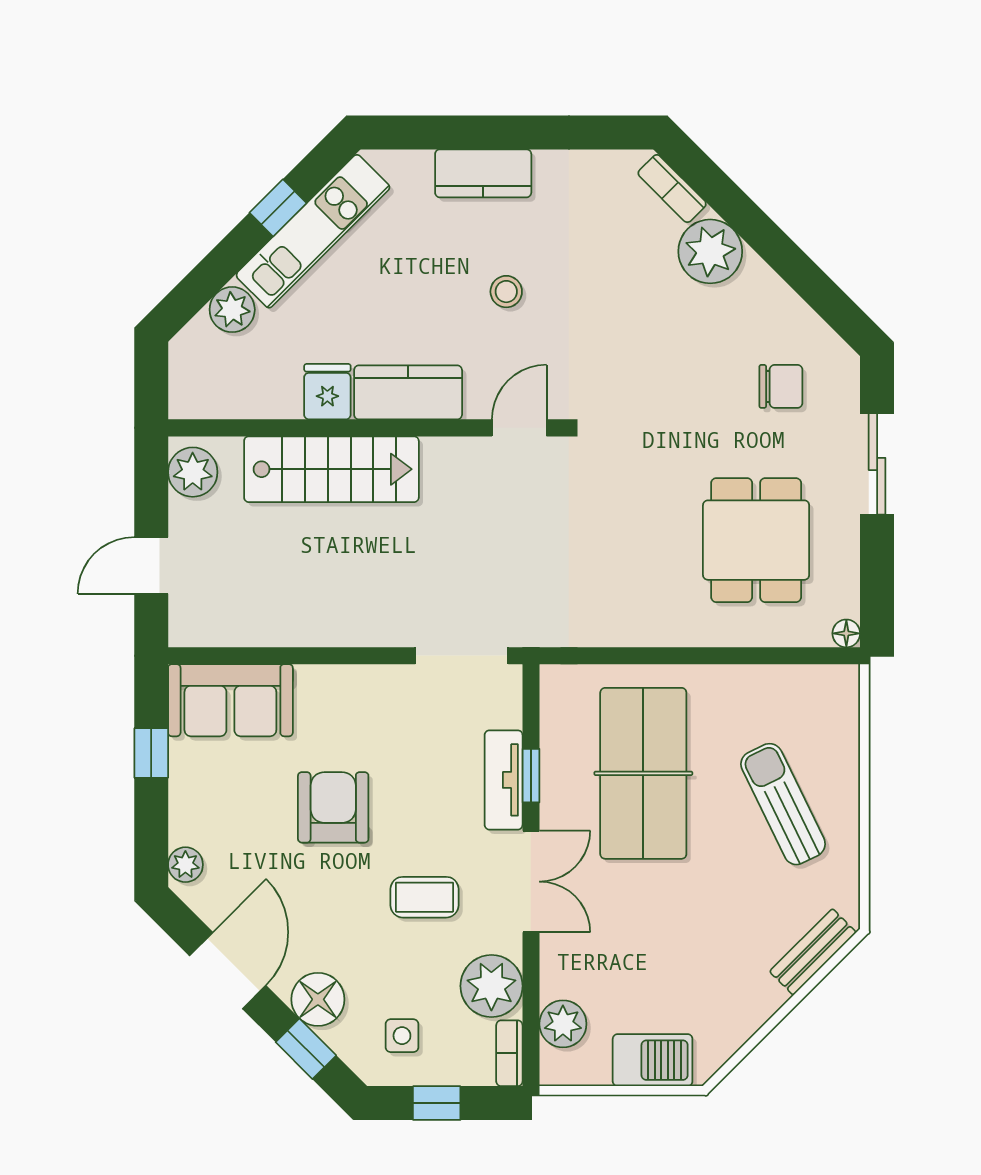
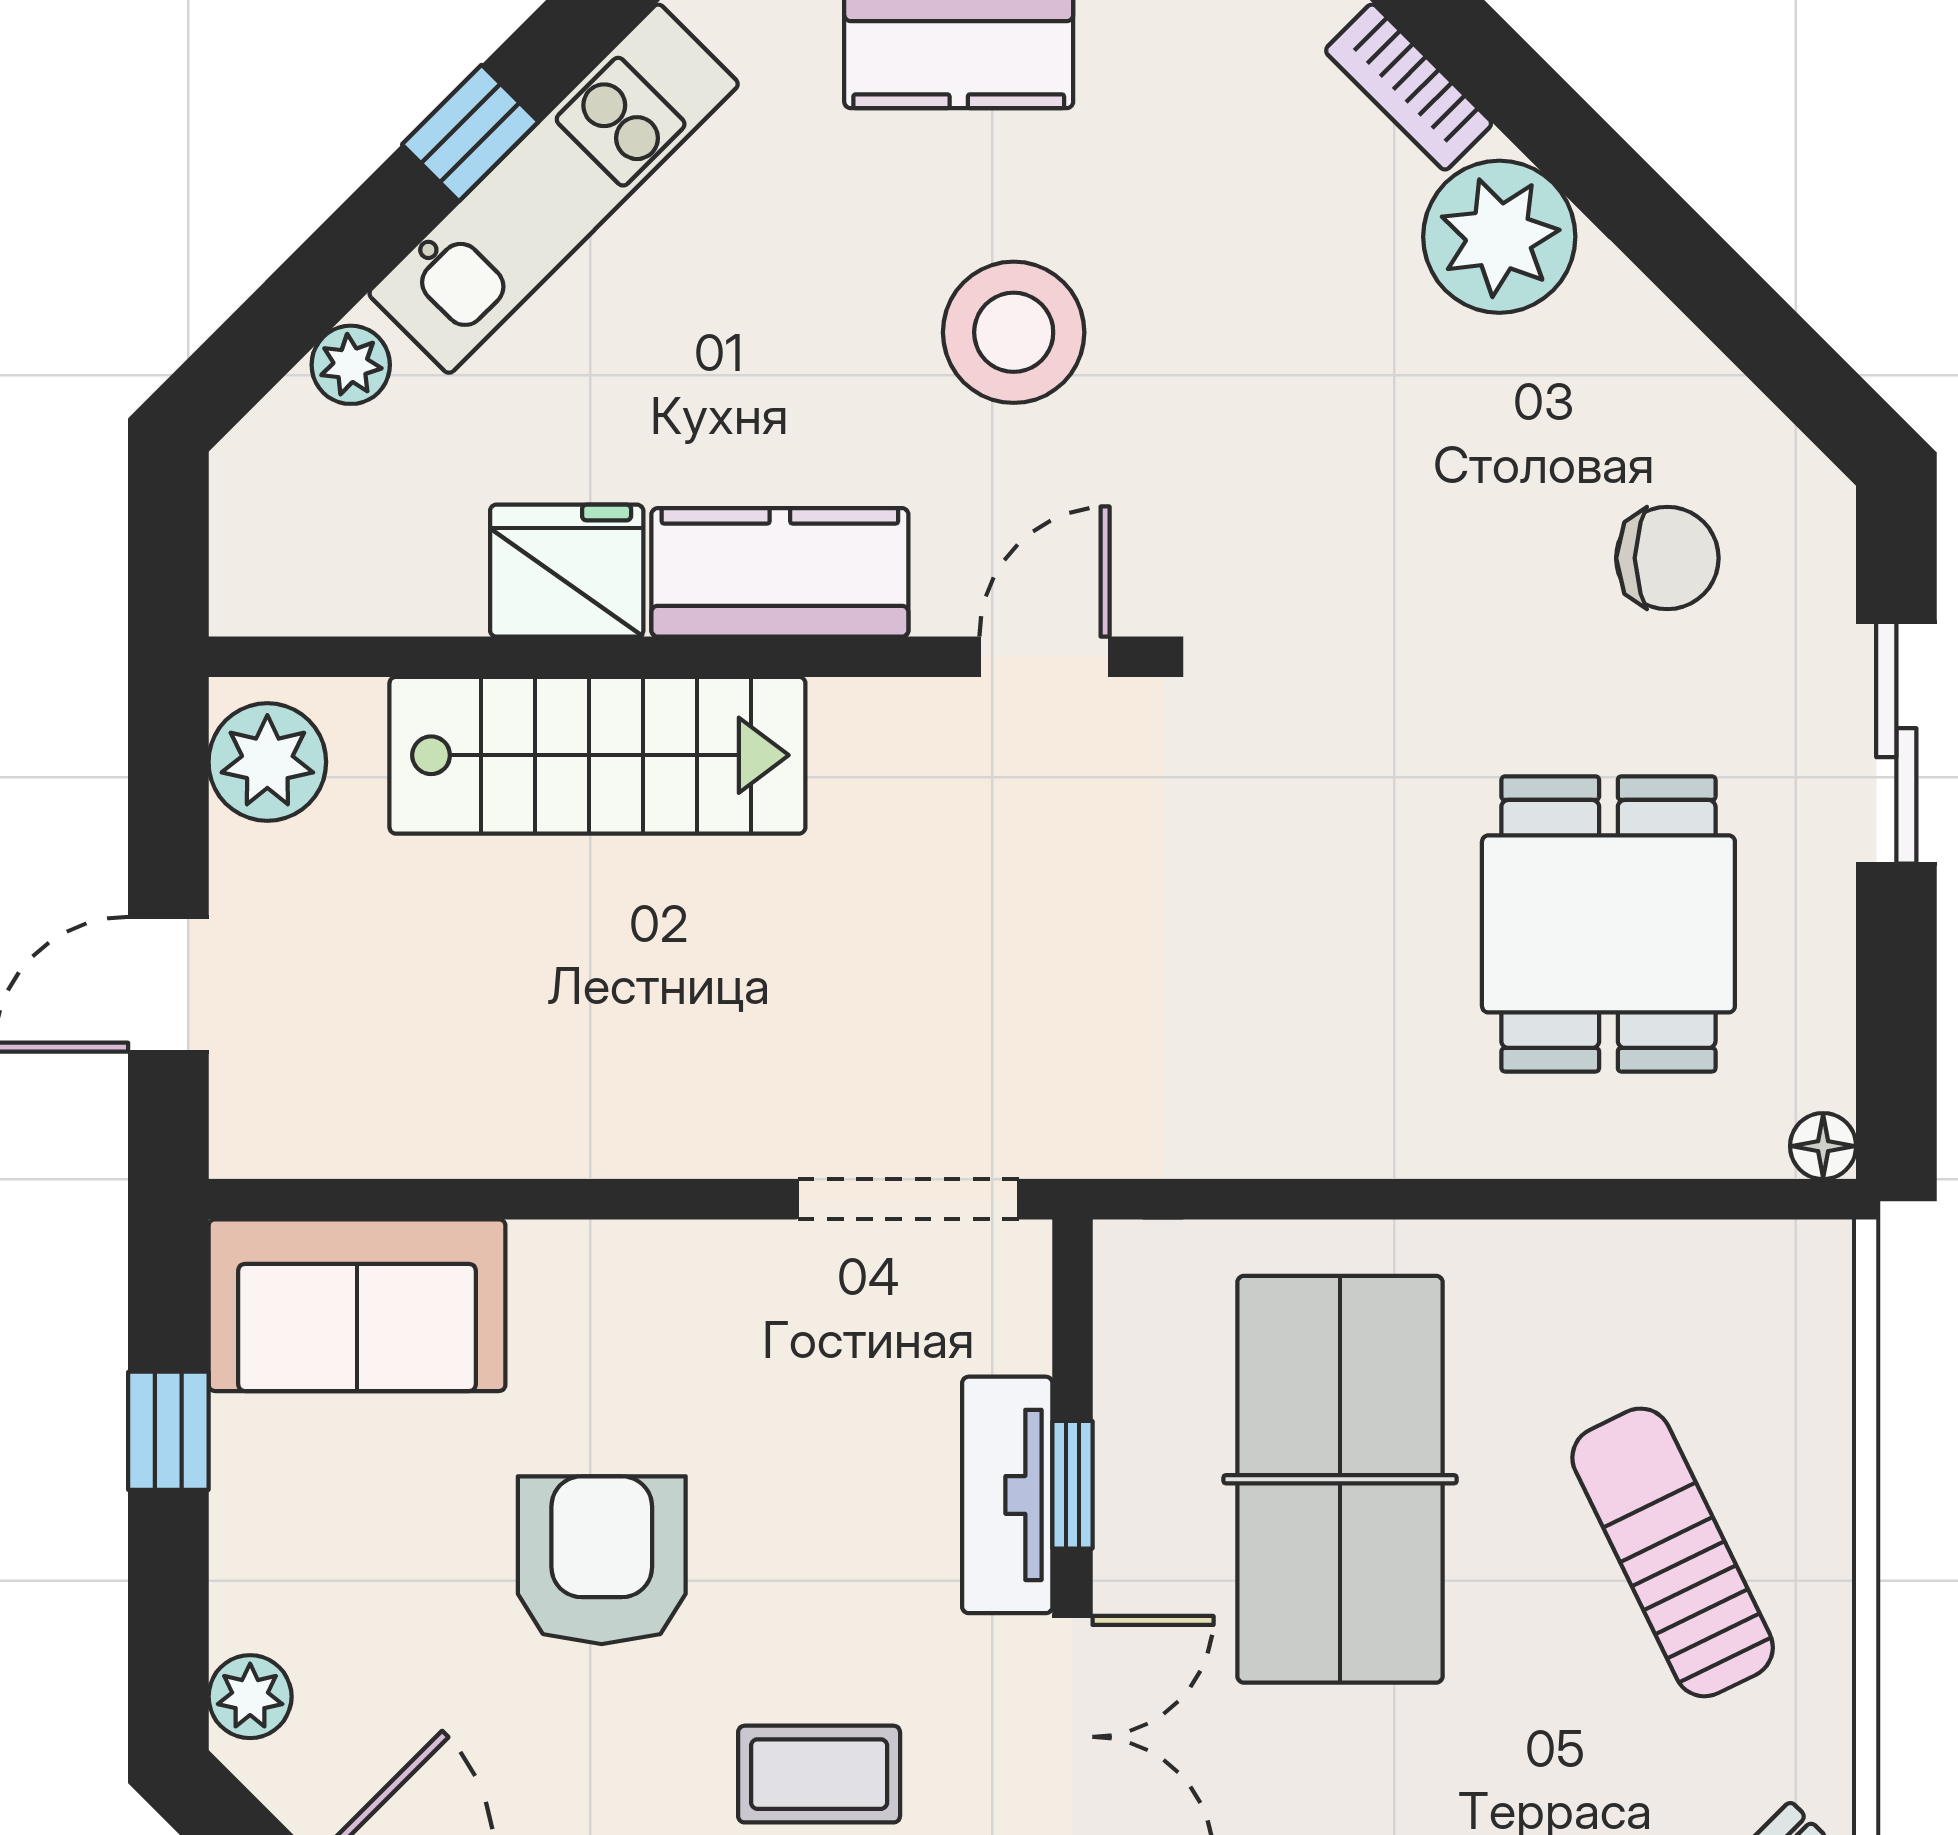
stool: (506, 292) -> (1014, 332), width x1.89, depth x1.89
plant: (232, 310) -> (351, 365), width x0.73, depth x0.73
fridge: (327, 392) -> (567, 571), width x1.38

